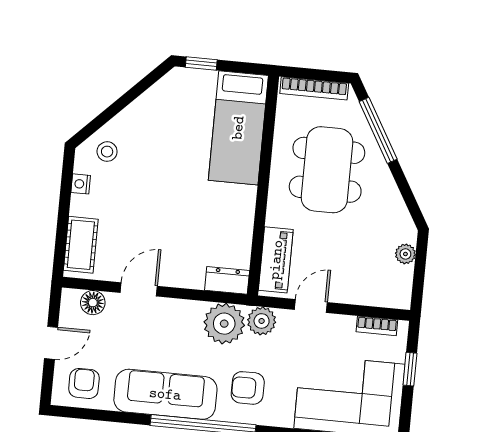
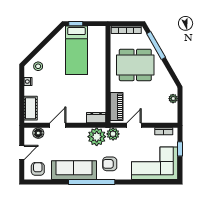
bed: (238, 128) -> (76, 50), moved
dining table: (327, 170) -> (135, 65), turned 90

